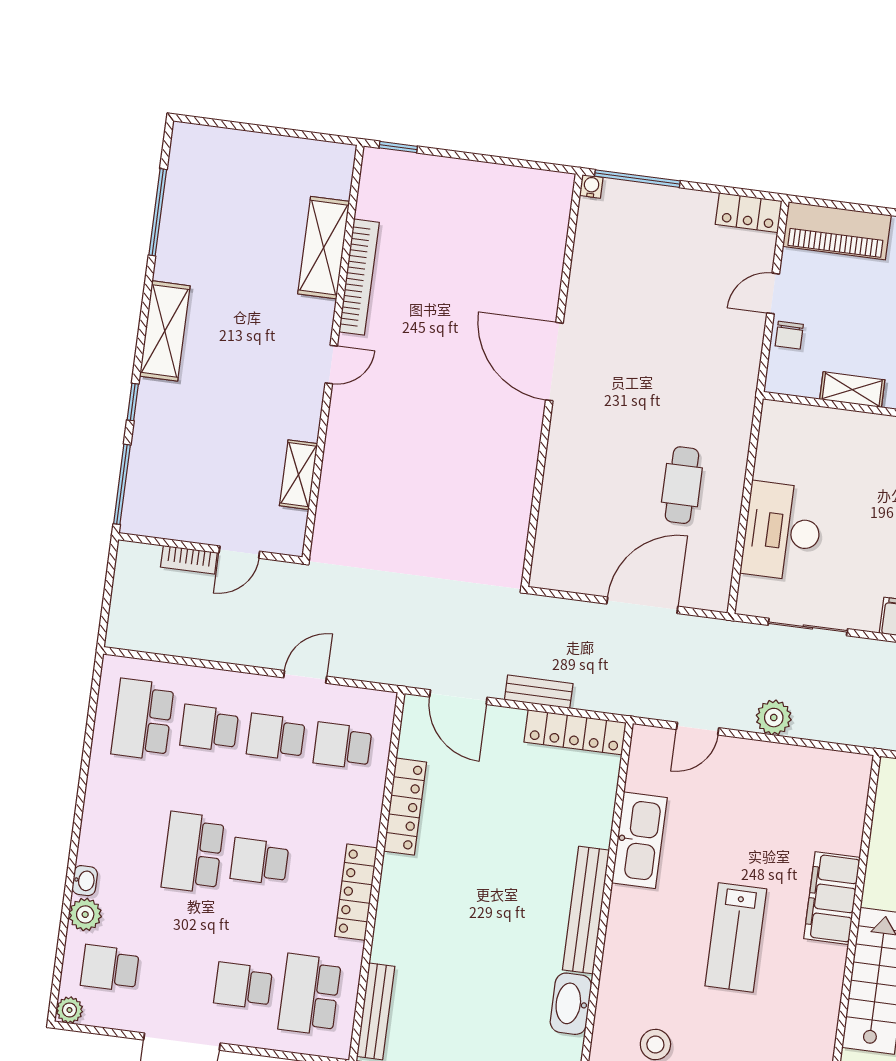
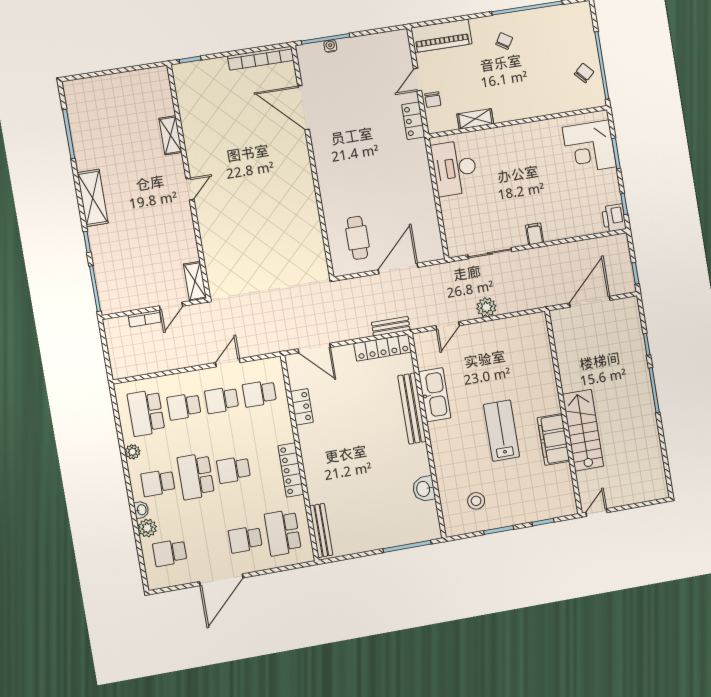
water cooler: (591, 186) -> (330, 46), moved
locker: (749, 213) -> (413, 121), moved, turned 90
shelving: (324, 248) -> (170, 135), width x0.67, depth x0.75
bookcase: (359, 277) -> (261, 58), moved, turned 90
door: (554, 362) -> (304, 108), moved
shelving: (299, 475) -> (195, 281), moved
cafe table: (682, 485) -> (357, 238), moved
desk: (782, 531) -> (455, 168), moved
bench: (539, 692) -> (391, 326), moved
locker: (405, 807) -> (302, 407), width x0.66
school desk: (126, 844) -> (158, 483), added
filing cabinet: (832, 898) -> (553, 439), moved
bench: (586, 910) -> (412, 409), moved
lab bench: (736, 937) -> (502, 431), turned 180
washbasin: (571, 1004) -> (424, 489), width x0.72
plant: (69, 1010) -> (133, 452), moved

